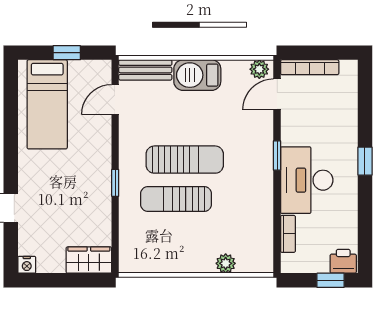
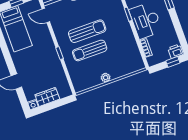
door: (115, 100) -> (46, 15), hinge flipped
wardrobe: (89, 260) -> (47, 97), moved
plant: (226, 263) -> (106, 78), moved

